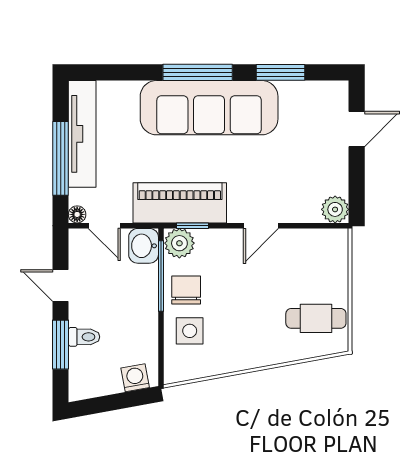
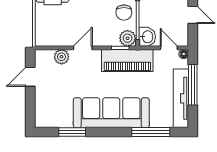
window: (198, 72) -> (151, 132), moved
door: (357, 129) -> (30, 77), moved
plant: (335, 209) -> (62, 57), moved

